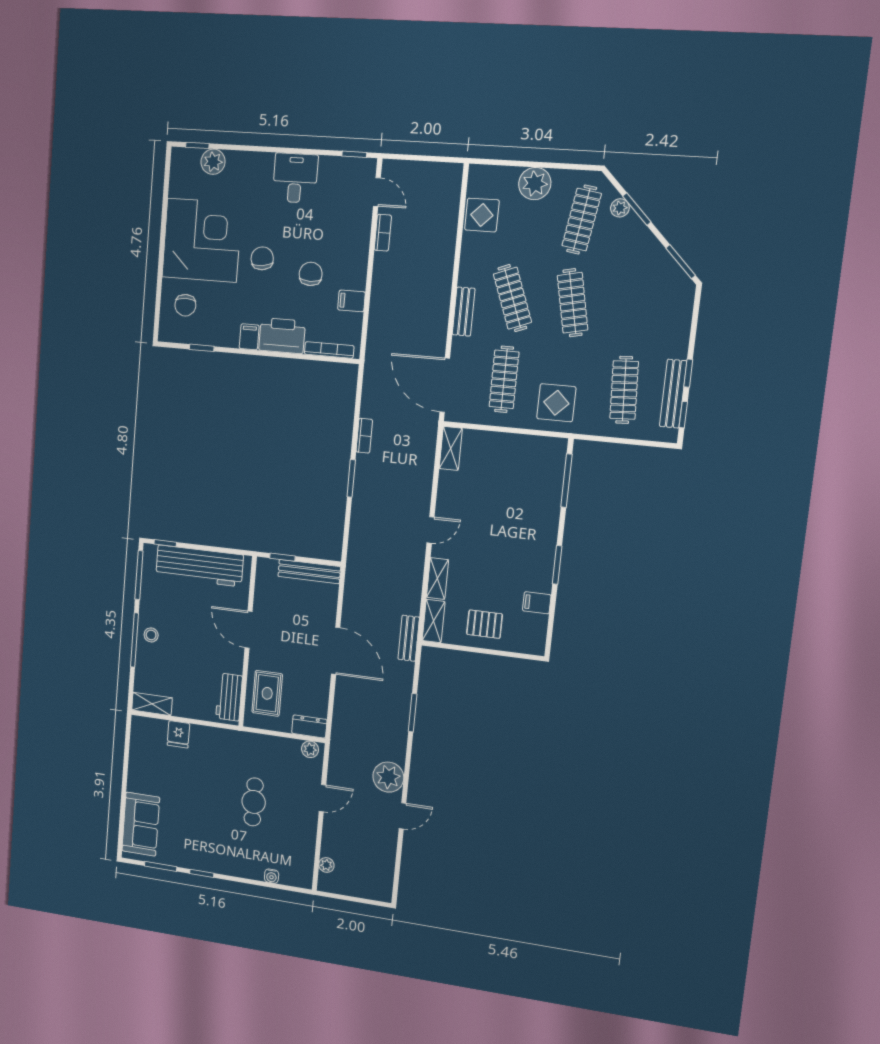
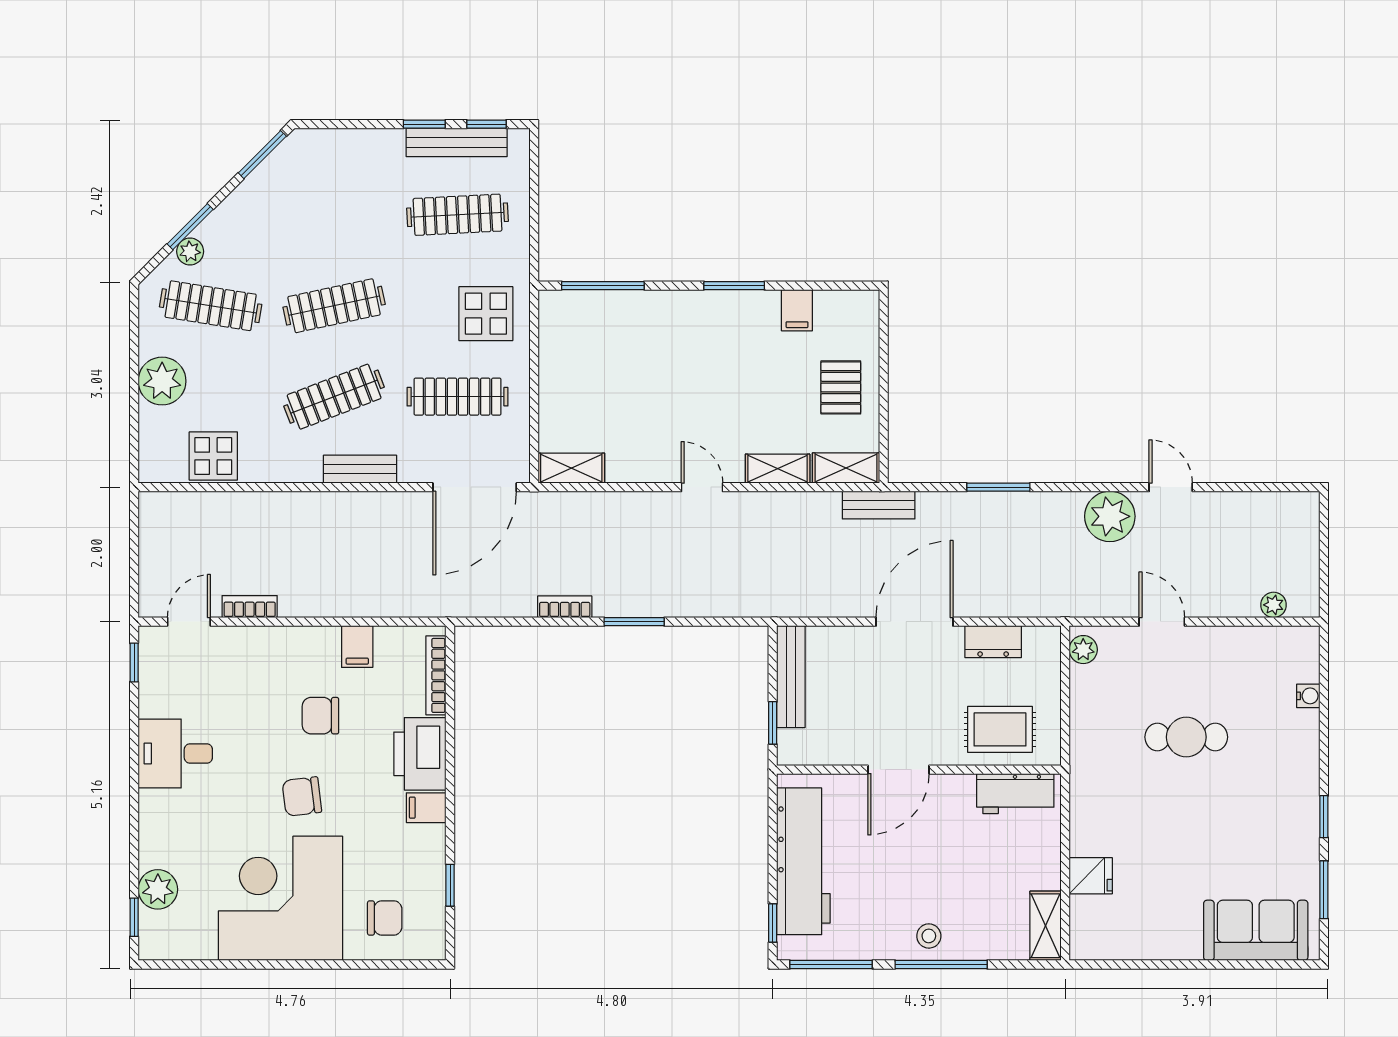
dresser: (309, 726) -> (993, 642), moved, turned -90

